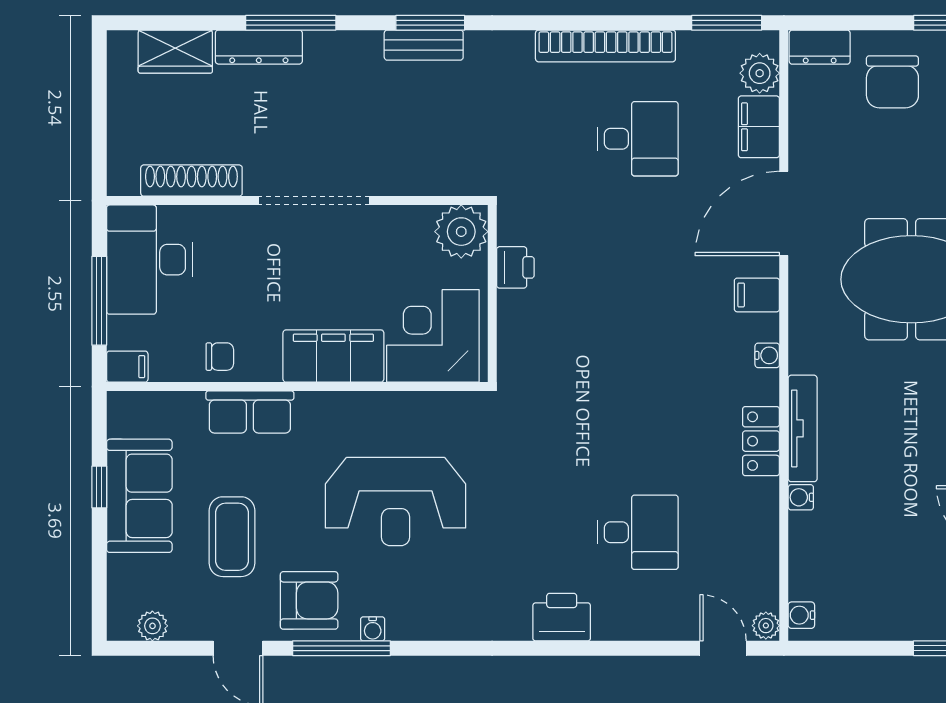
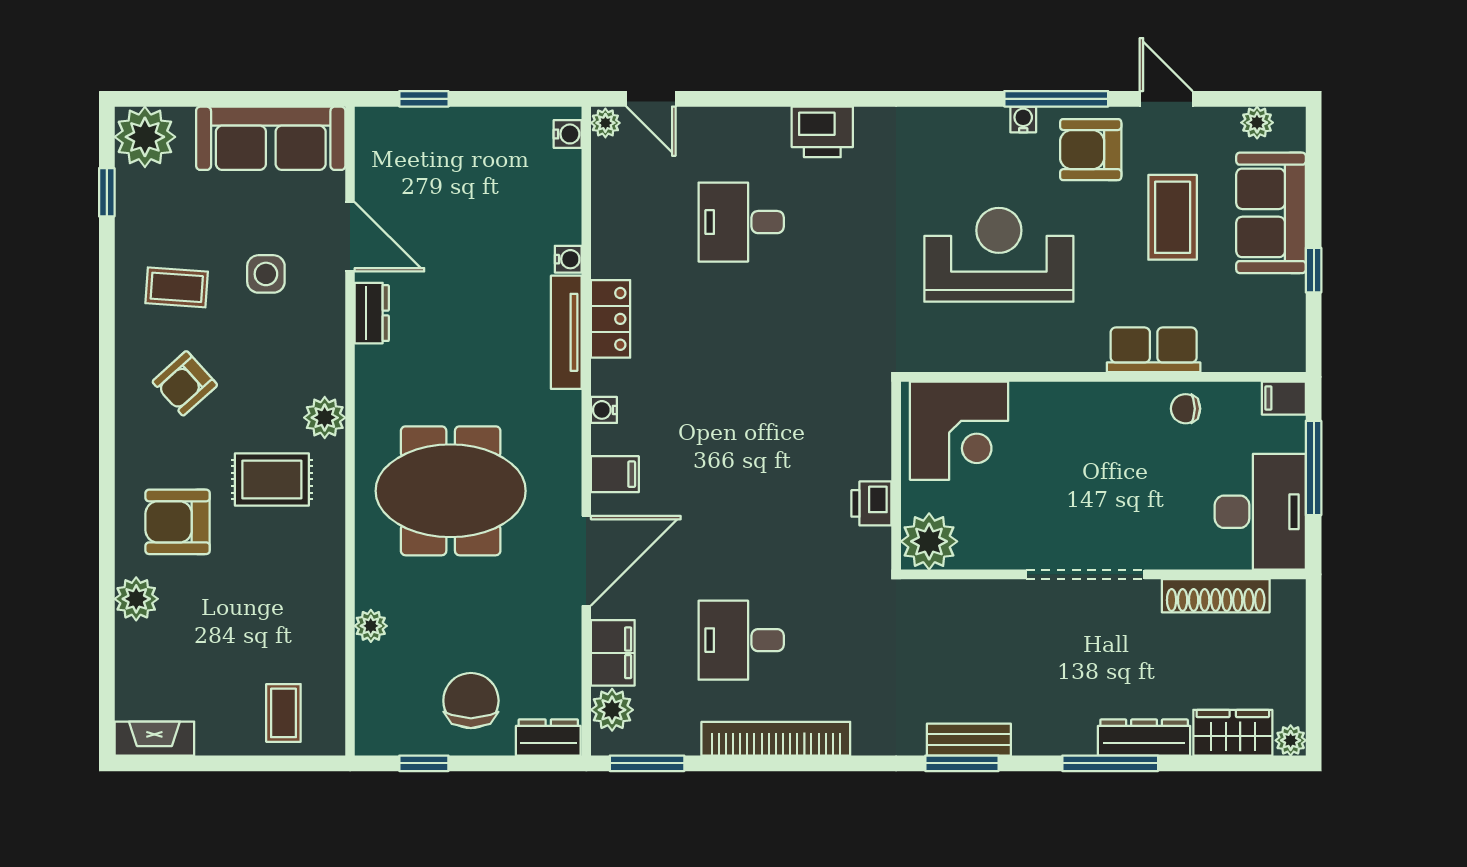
plant: (121, 44) -> (1291, 740), added
filing cabinet: (333, 356) -> (1065, 409), removed
sofa: (139, 496) -> (1271, 213), moved

